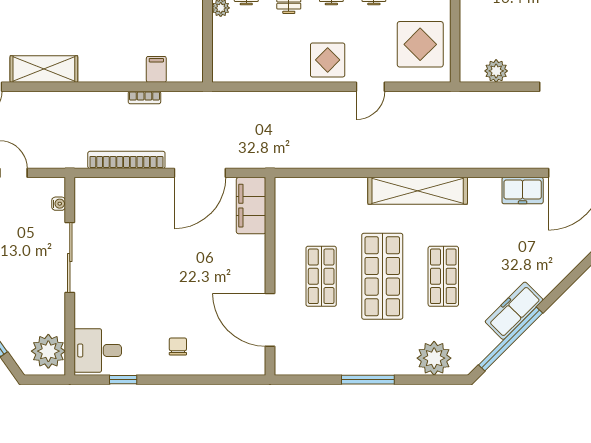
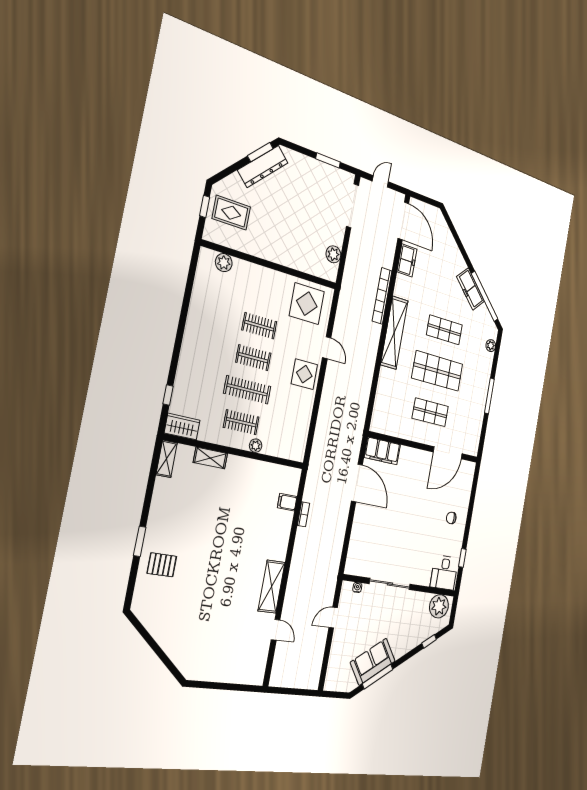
bookcase: (126, 160) -> (382, 296), moved
plant: (434, 358) -> (491, 346), width x0.53, depth x0.53

